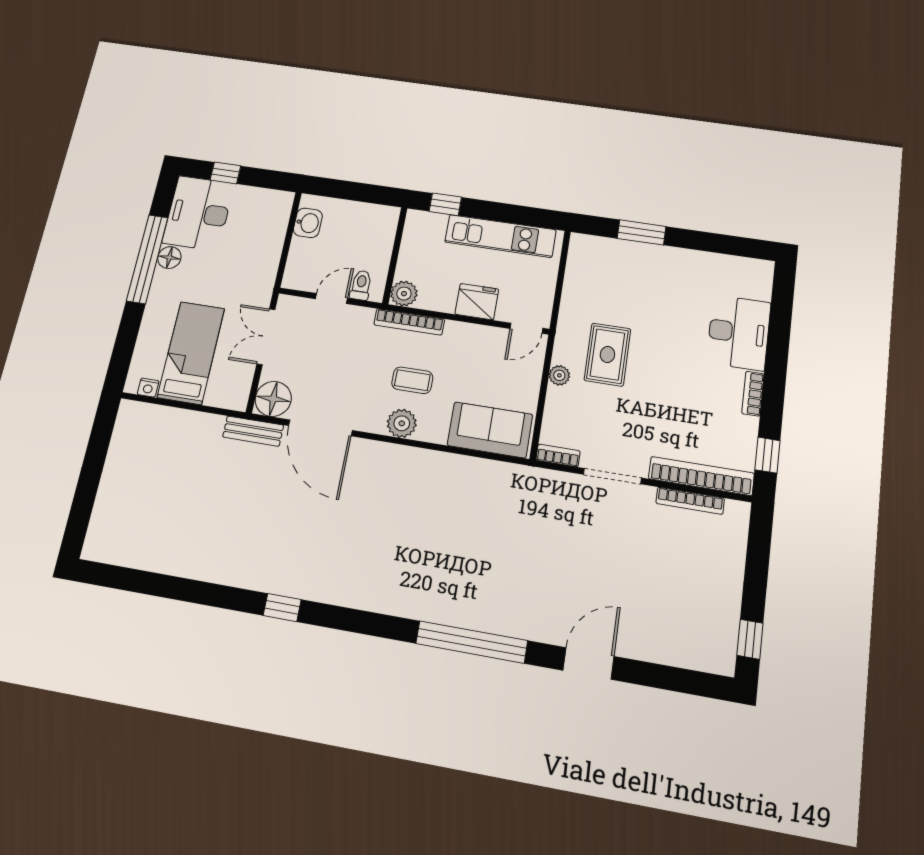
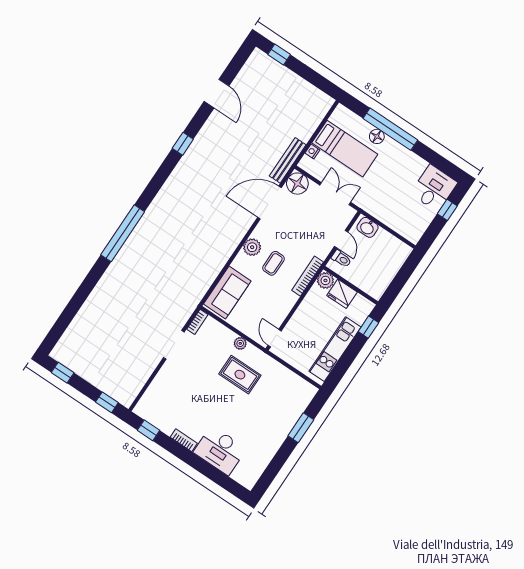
desk: (198, 213) -> (434, 188), width x0.73
washbasin: (308, 223) -> (368, 227), moved
floor lamp: (169, 258) -> (377, 136), moved
window: (147, 259) -> (390, 129), moved
fridge: (477, 302) -> (342, 294), moved, turned 90
nightstand: (148, 388) -> (312, 152), moved
bench: (253, 431) -> (288, 160), width x1.36
bookcase: (701, 476) -> (153, 391), removed
bookcase: (690, 501) -> (143, 378), removed
window: (80, 516) -> (279, 54), added
window: (759, 543) -> (107, 402), added
door: (588, 663) -> (217, 94), moved

